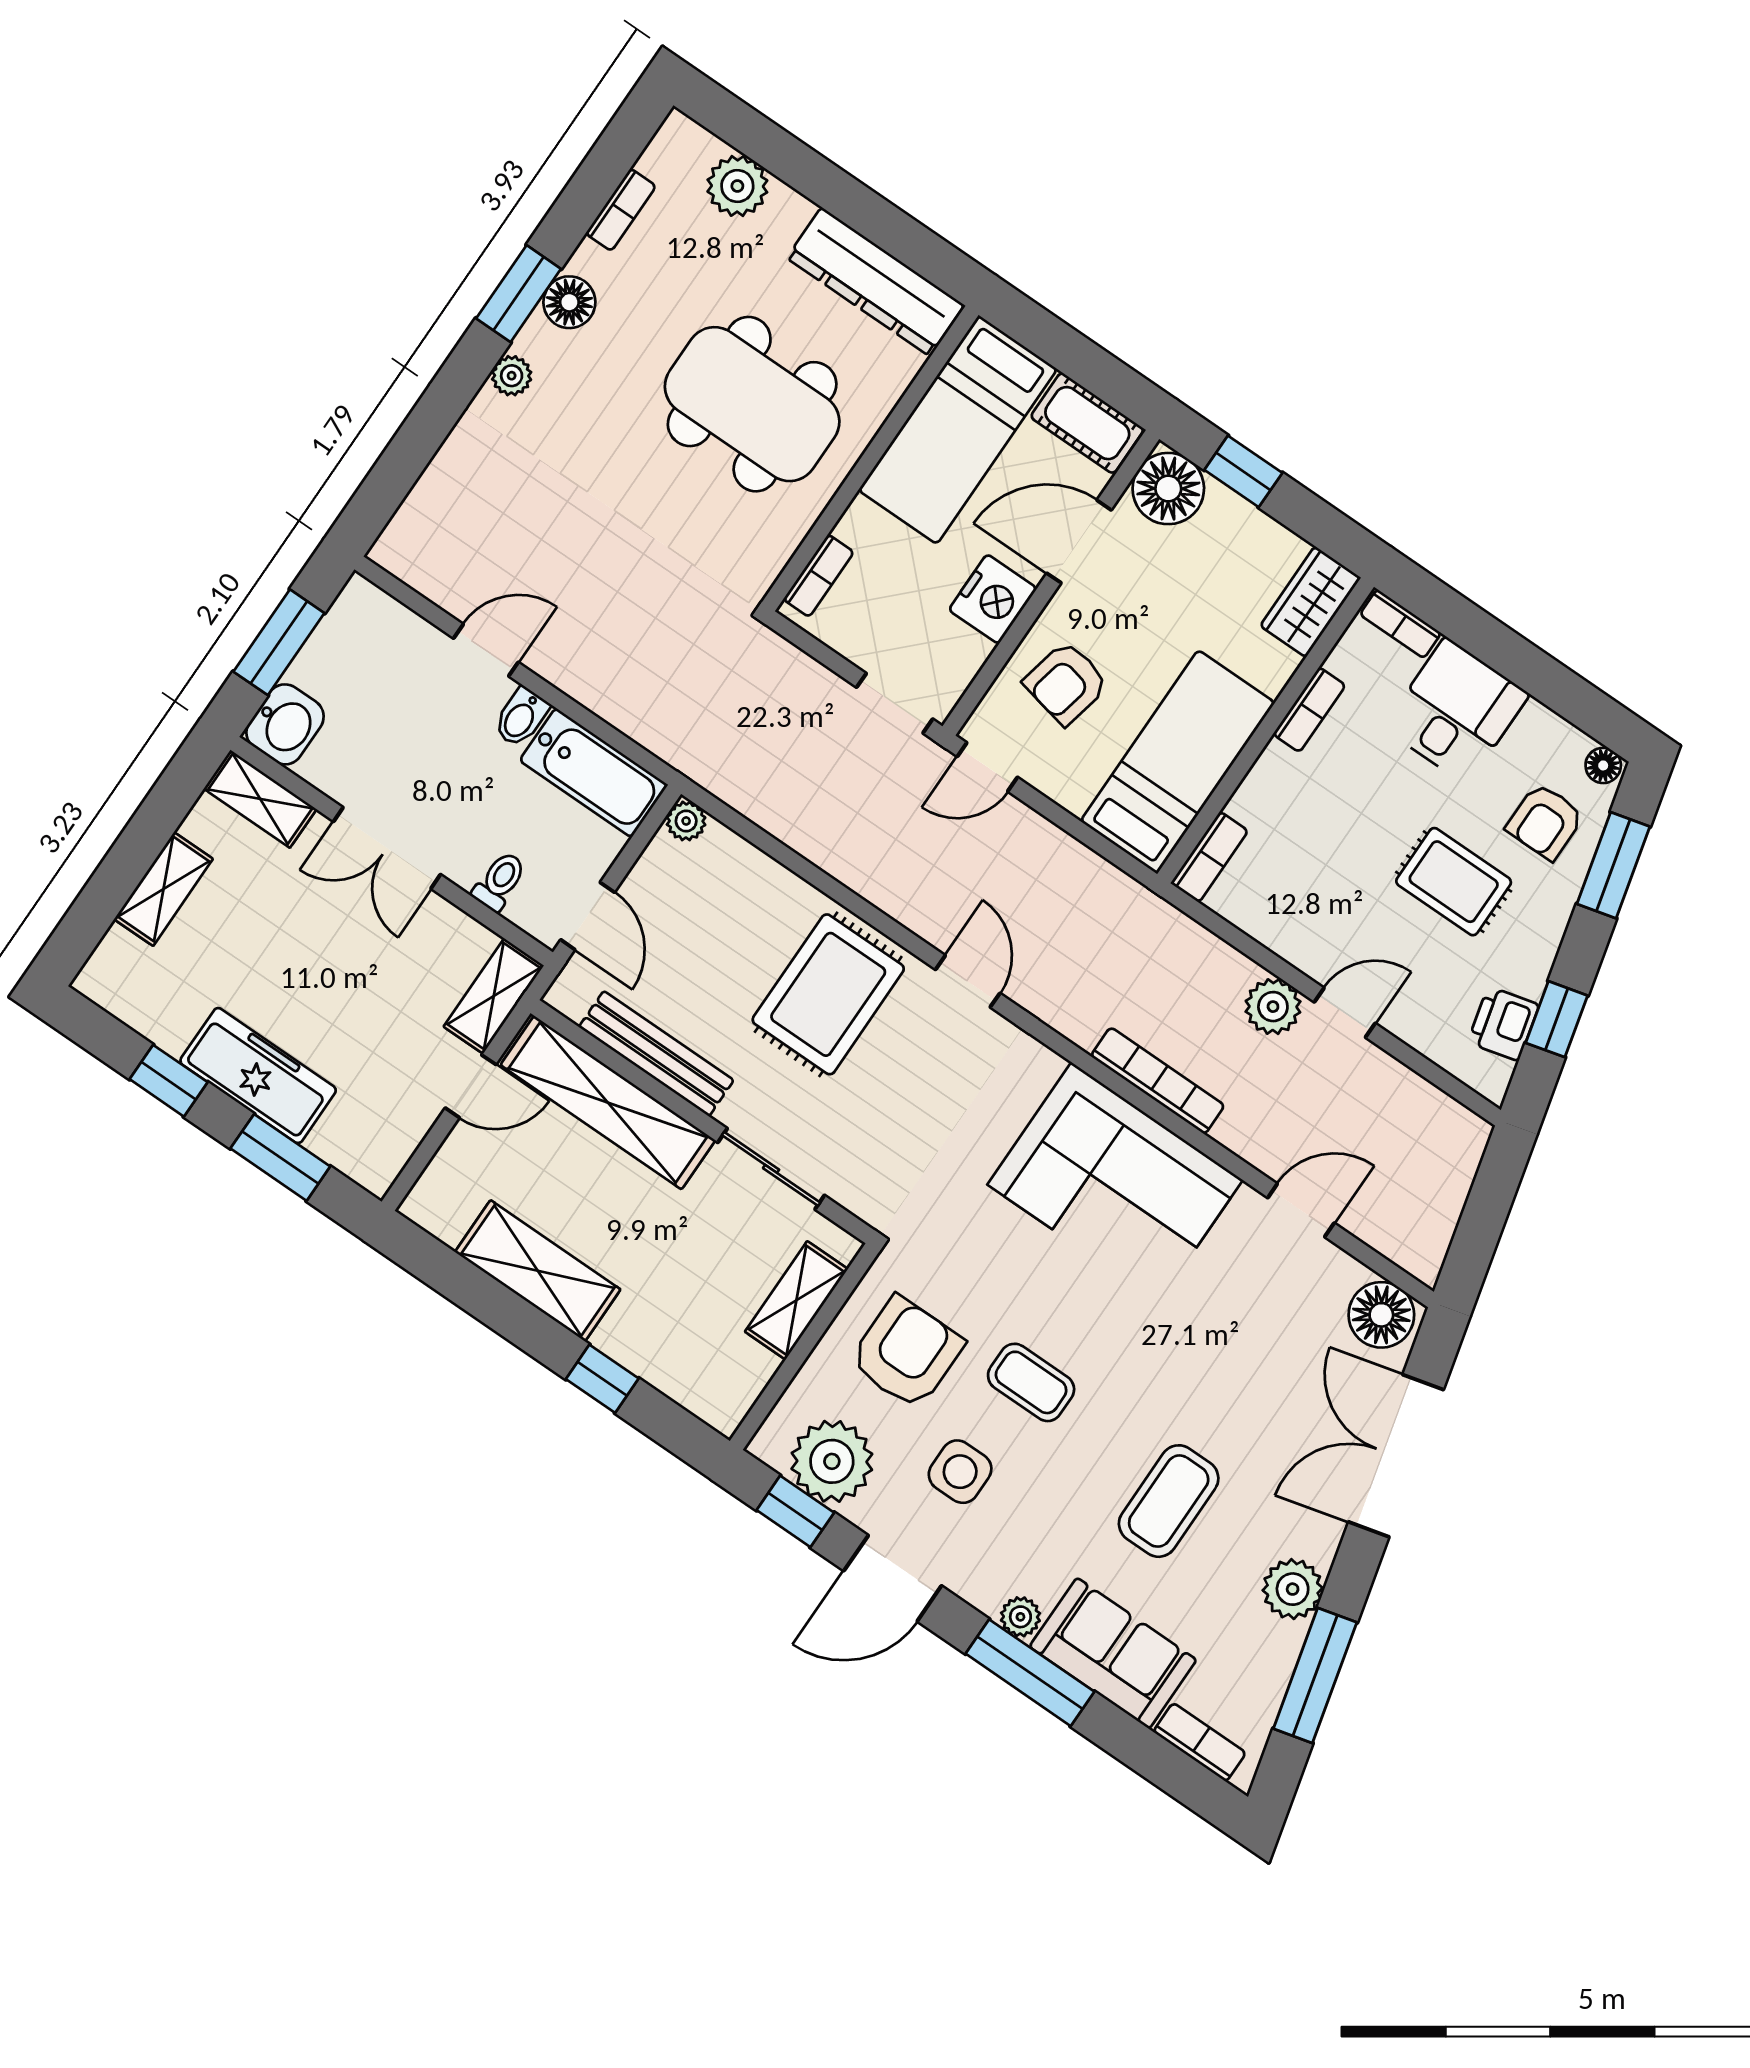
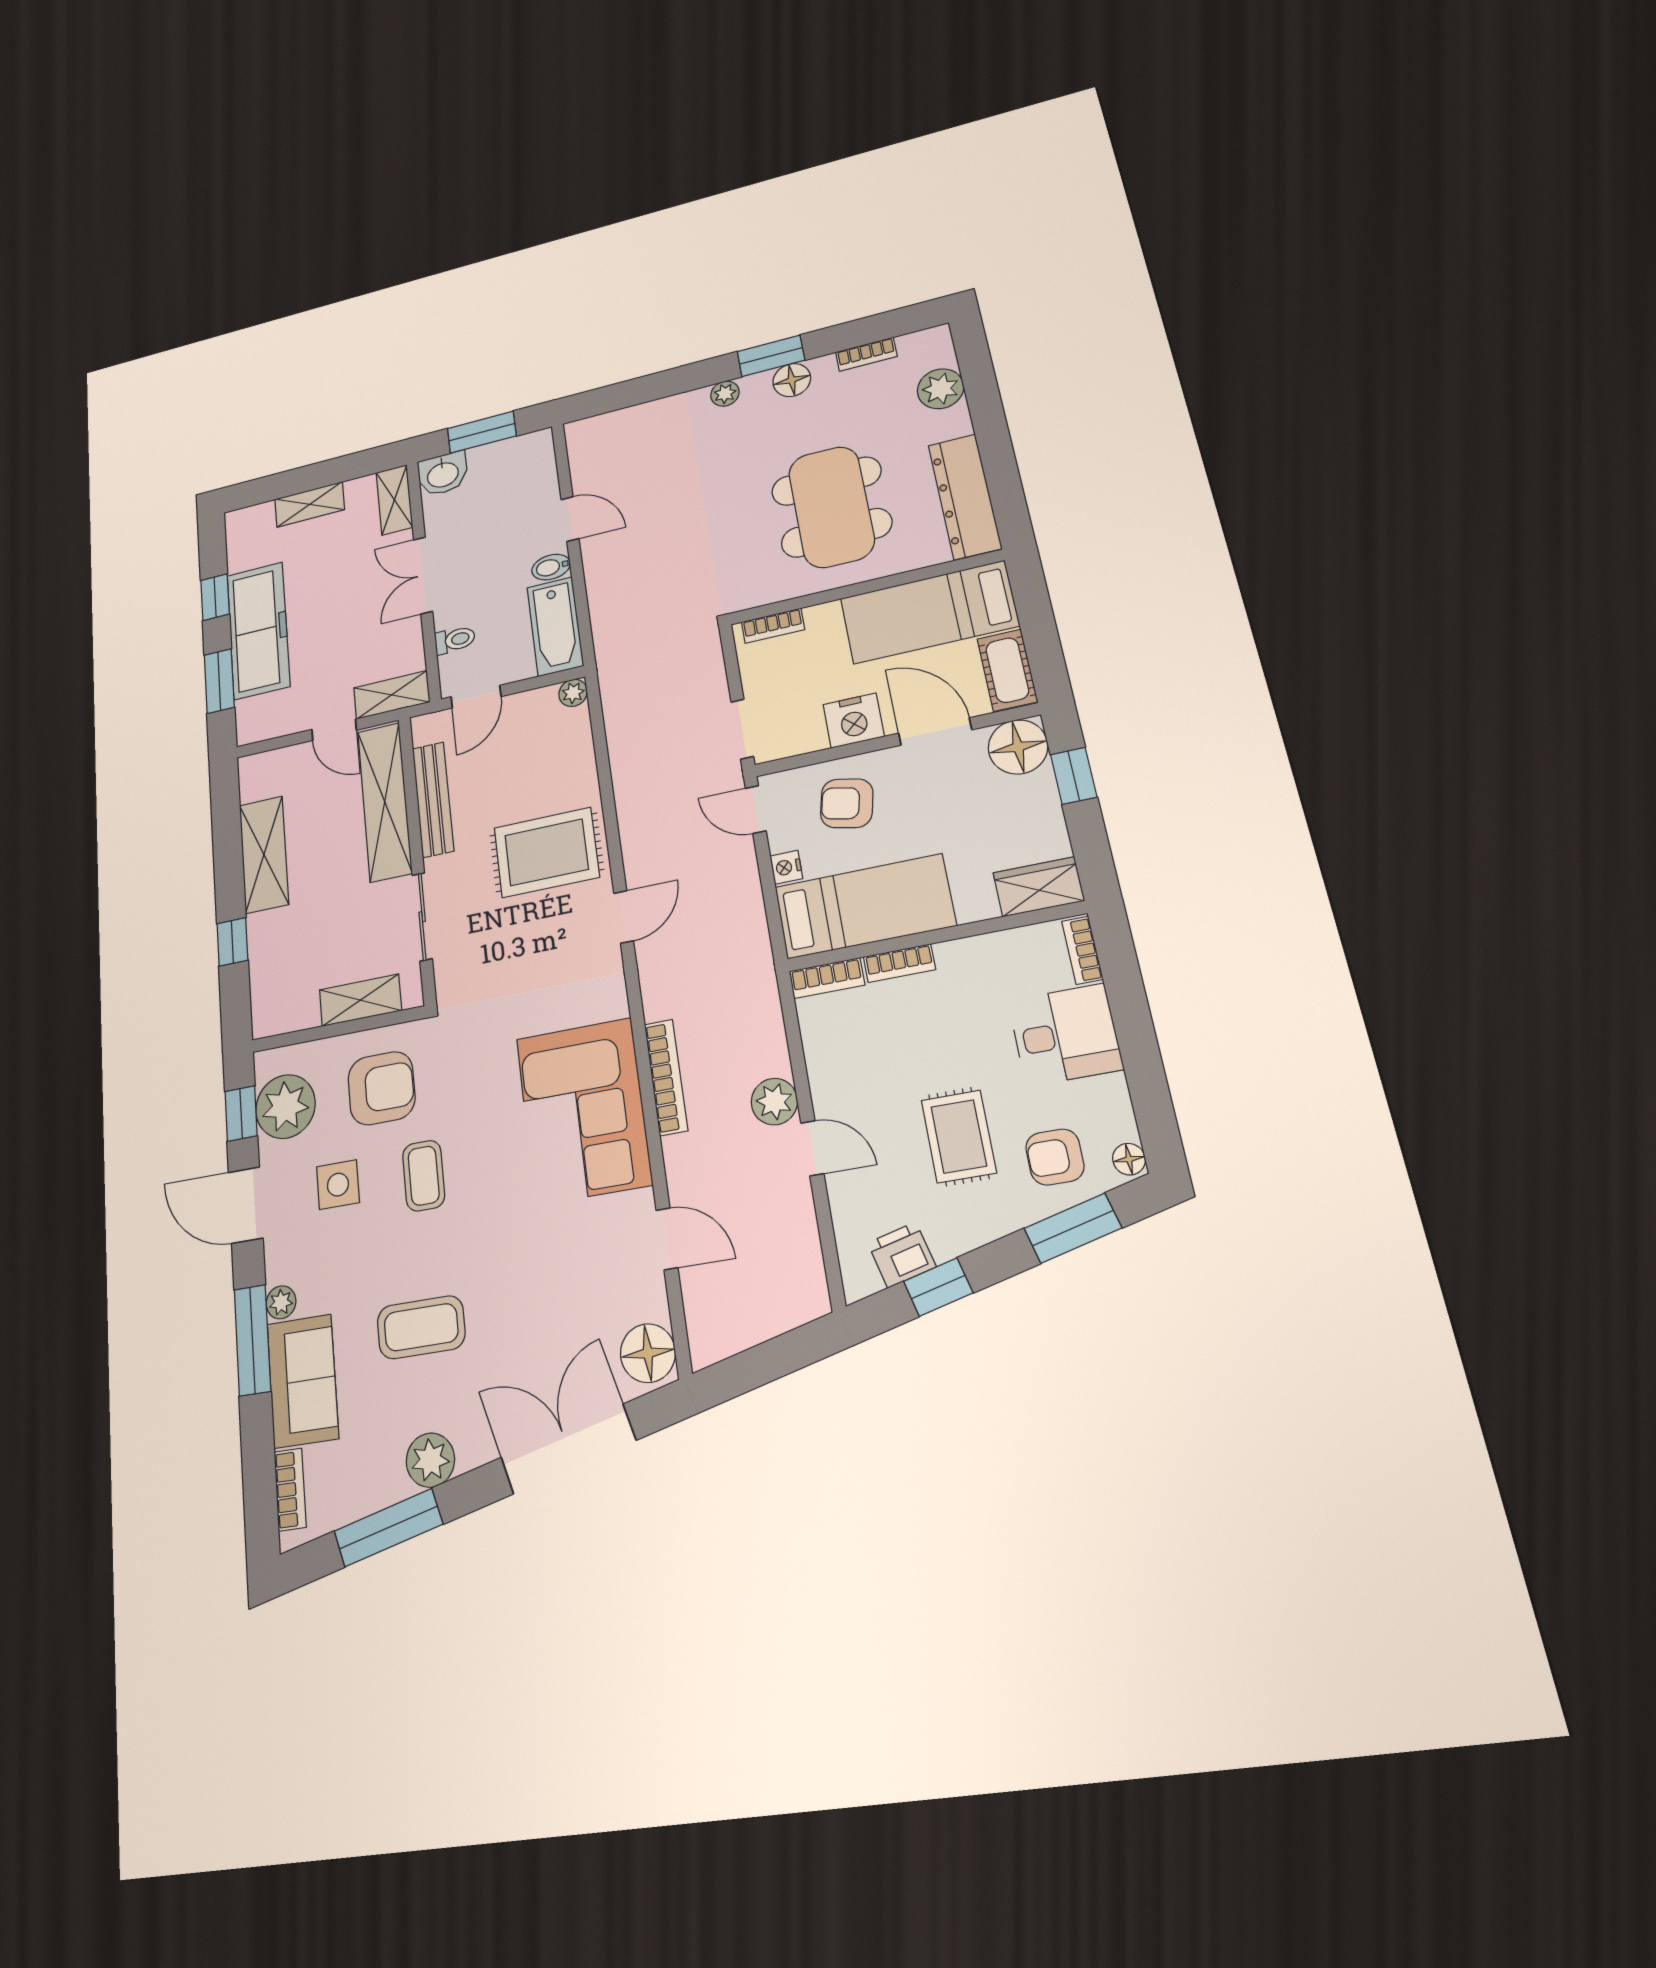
bookcase: (1309, 710) -> (899, 963), moved
nightstand: (1071, 793) -> (786, 867), added
freezer: (258, 1076) -> (258, 630), width x1.36, depth x1.26

